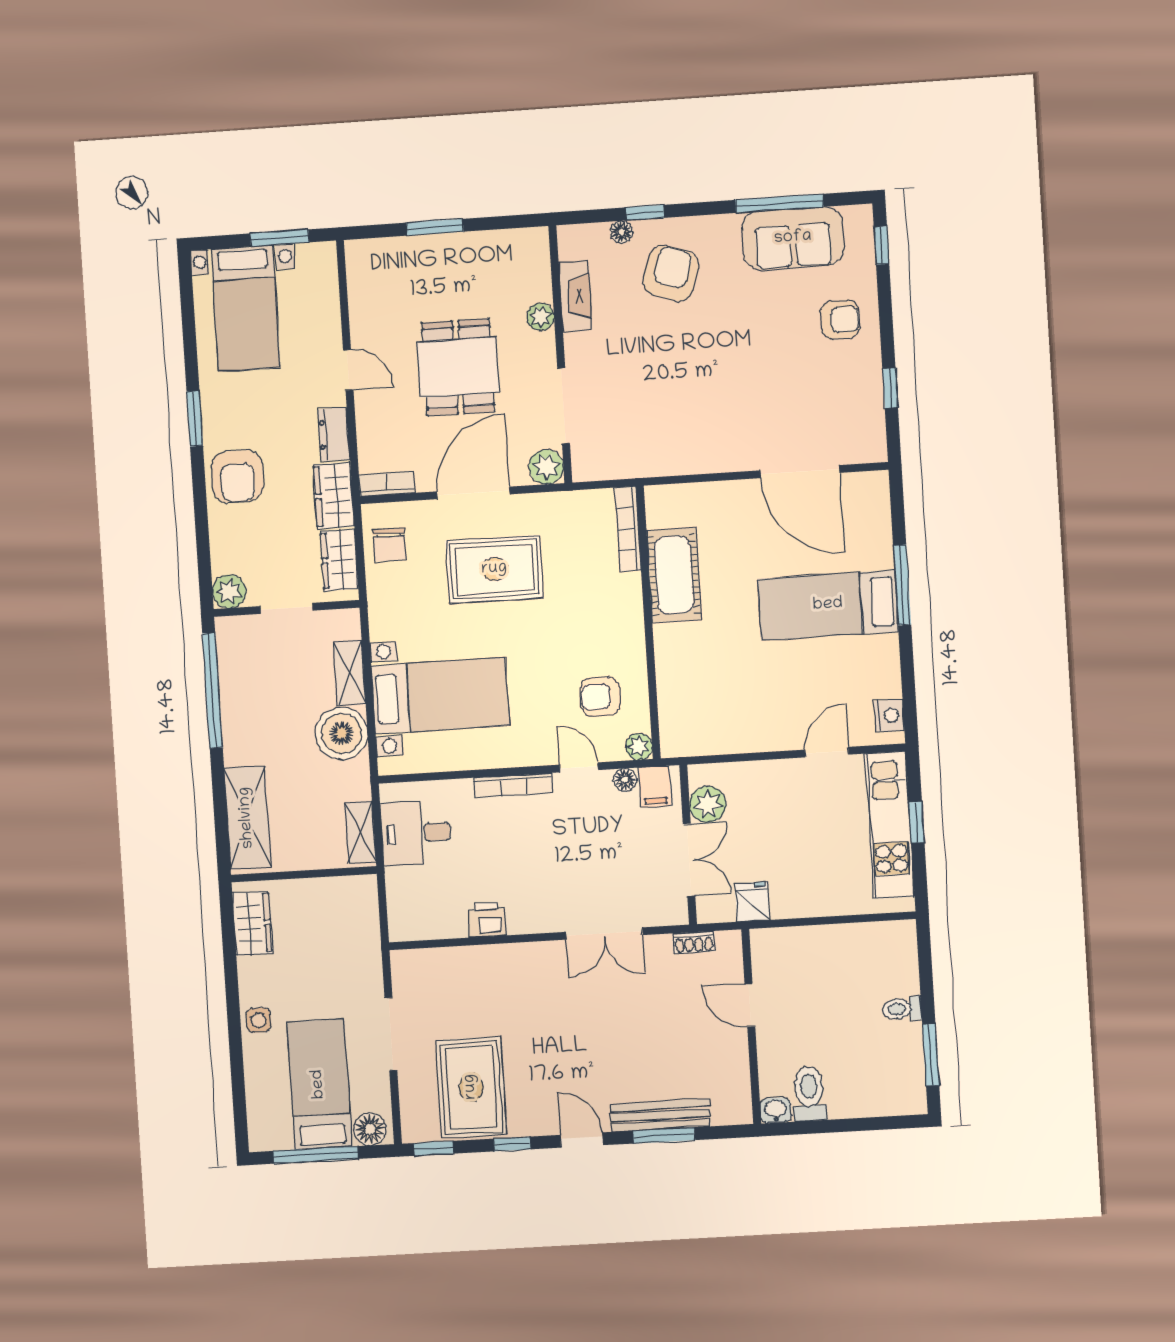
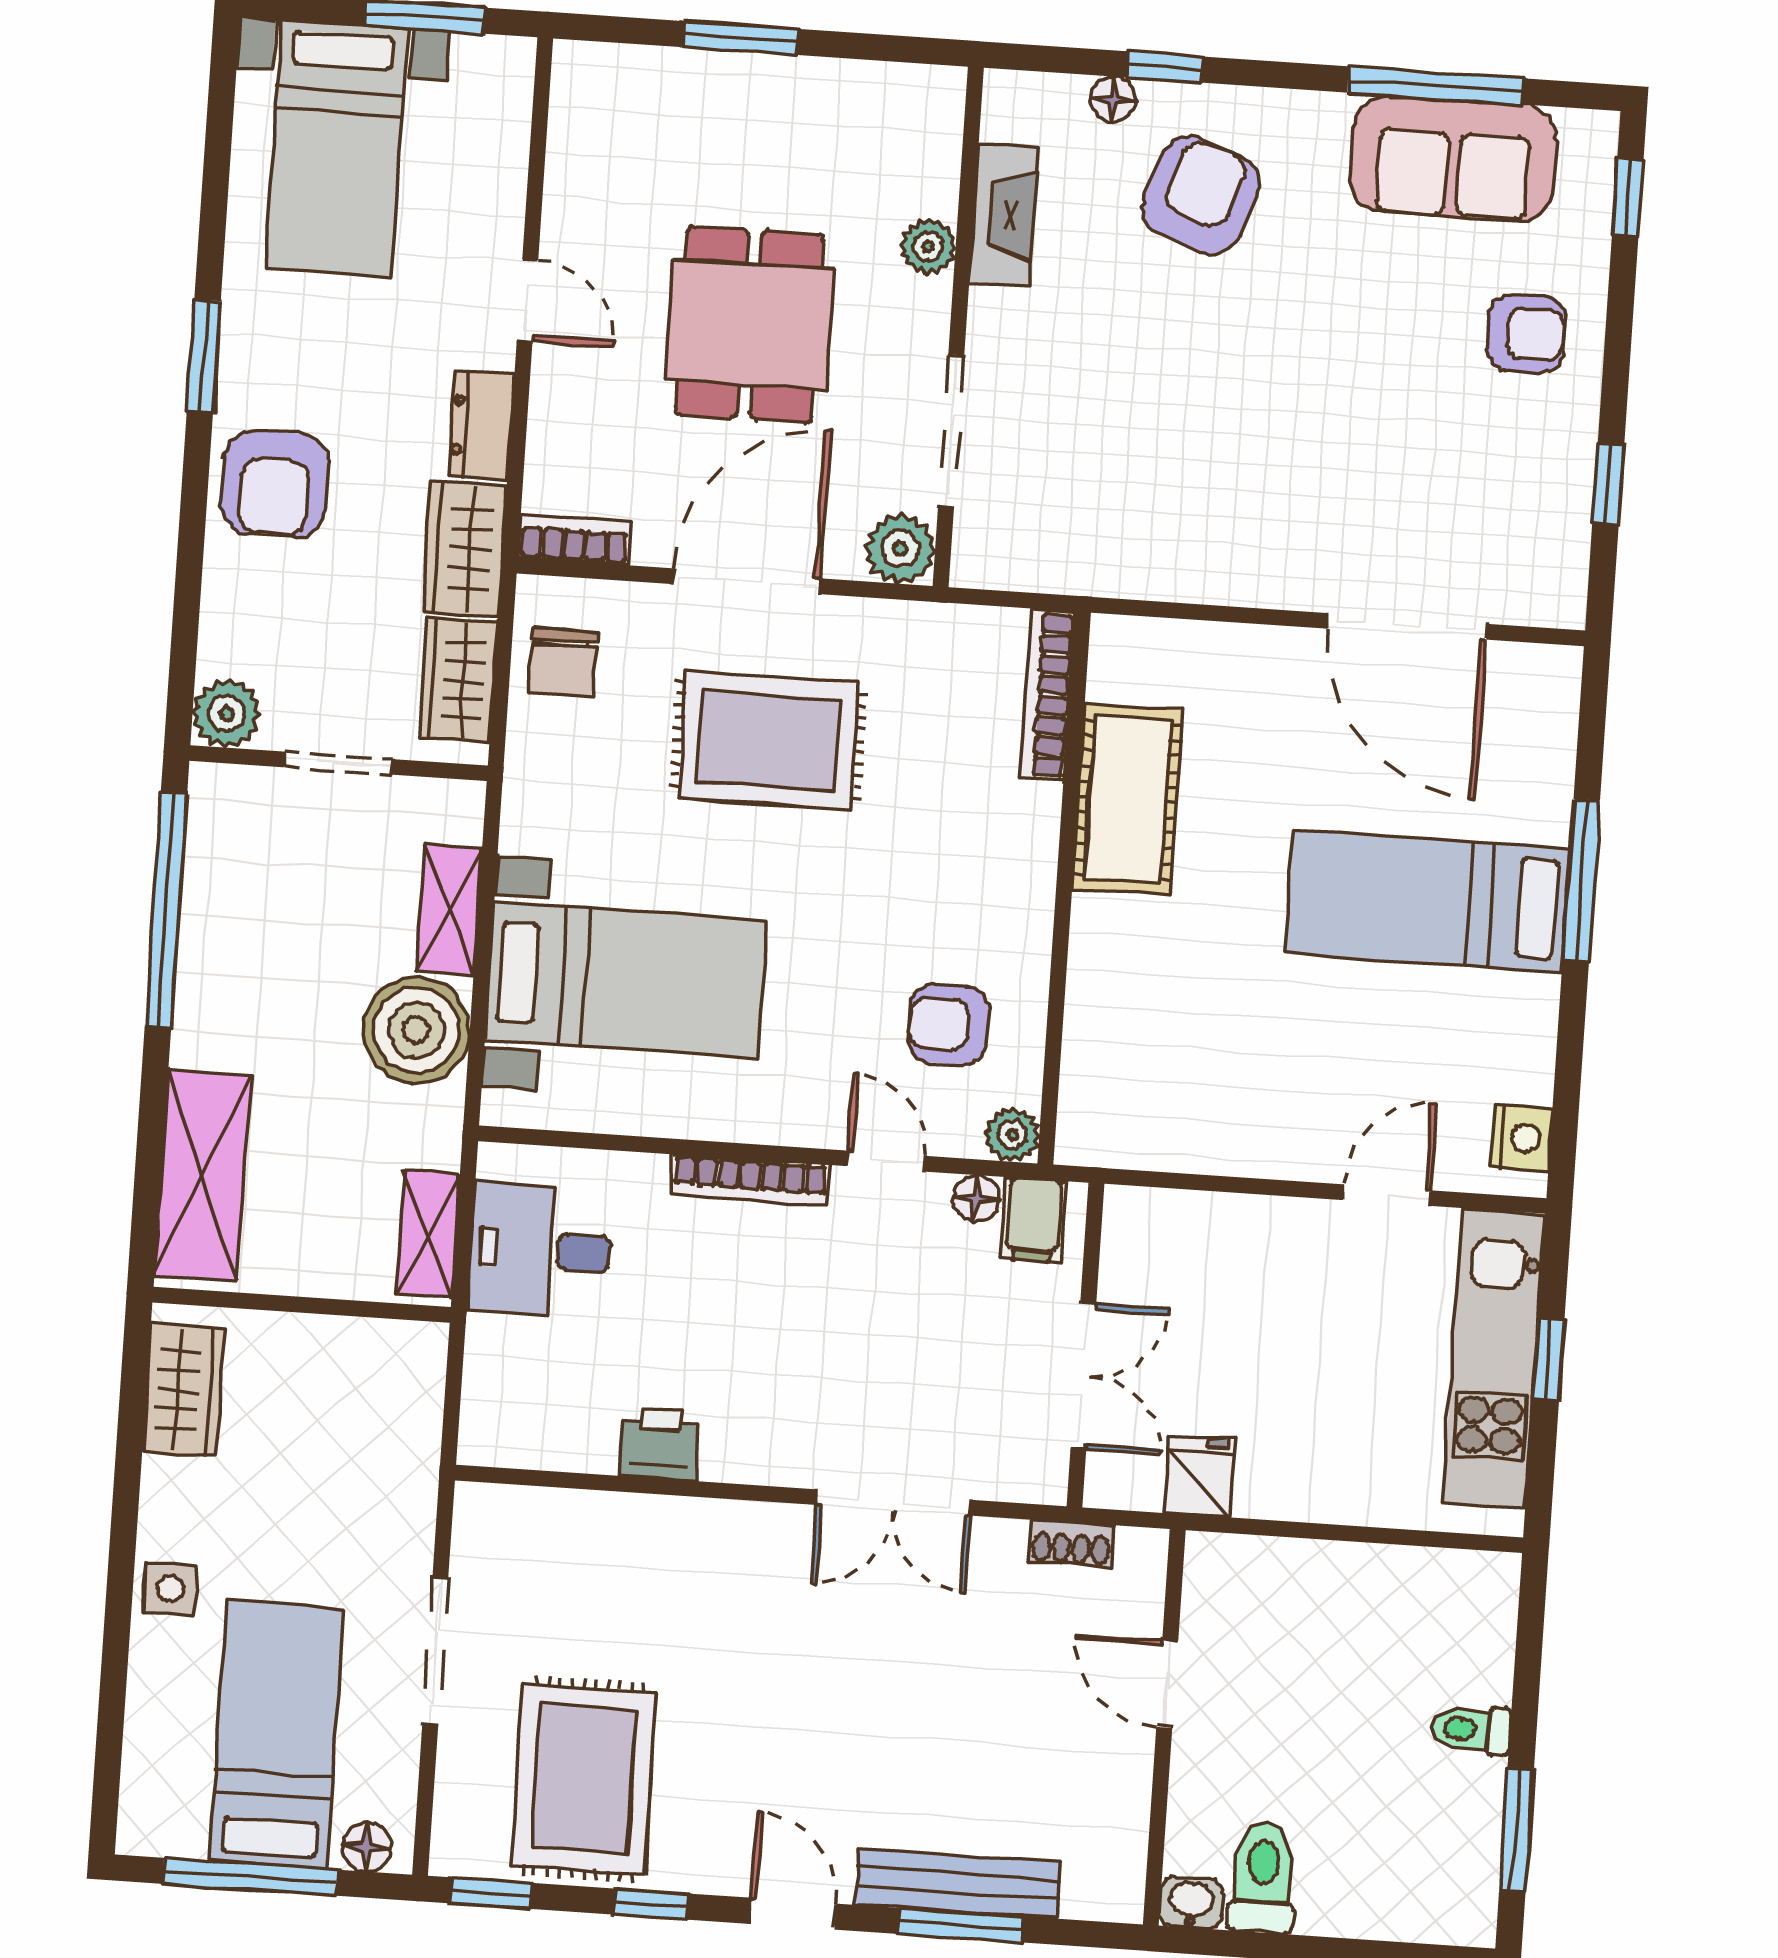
plant: (708, 804) -> (1135, 1269), removed
floor lamp: (370, 1129) -> (367, 1847), width x0.73, depth x0.73

